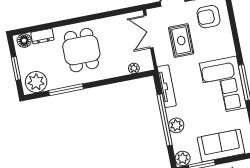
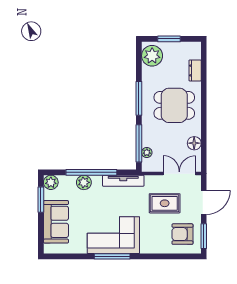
armchair: (209, 17) -> (182, 234), turned -90
floor lamp: (24, 41) -> (194, 143), moved
window: (126, 78) -> (139, 143), added
window: (66, 90) -> (139, 98), moved

